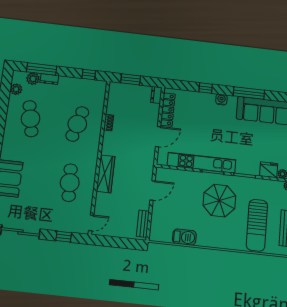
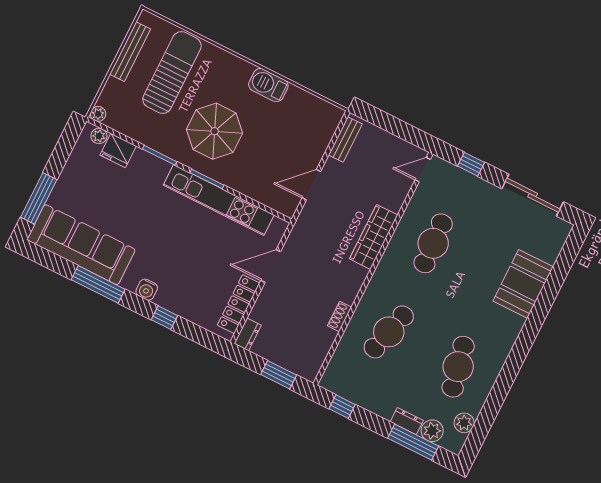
barbecue: (184, 237) -> (268, 85), moved

